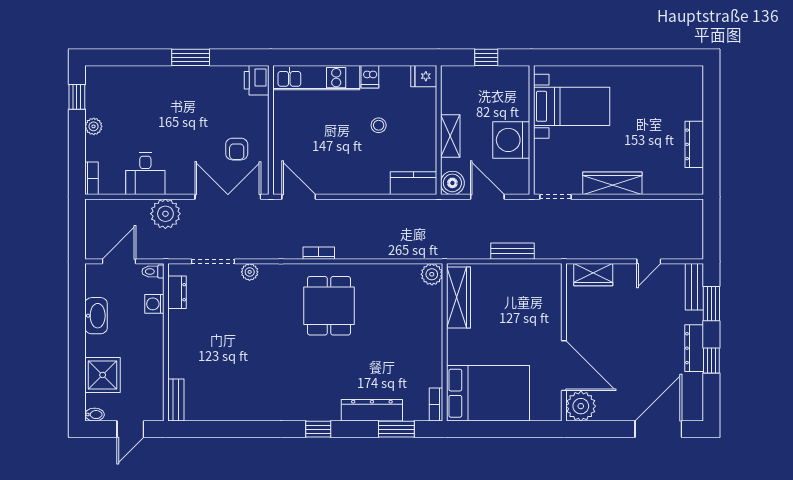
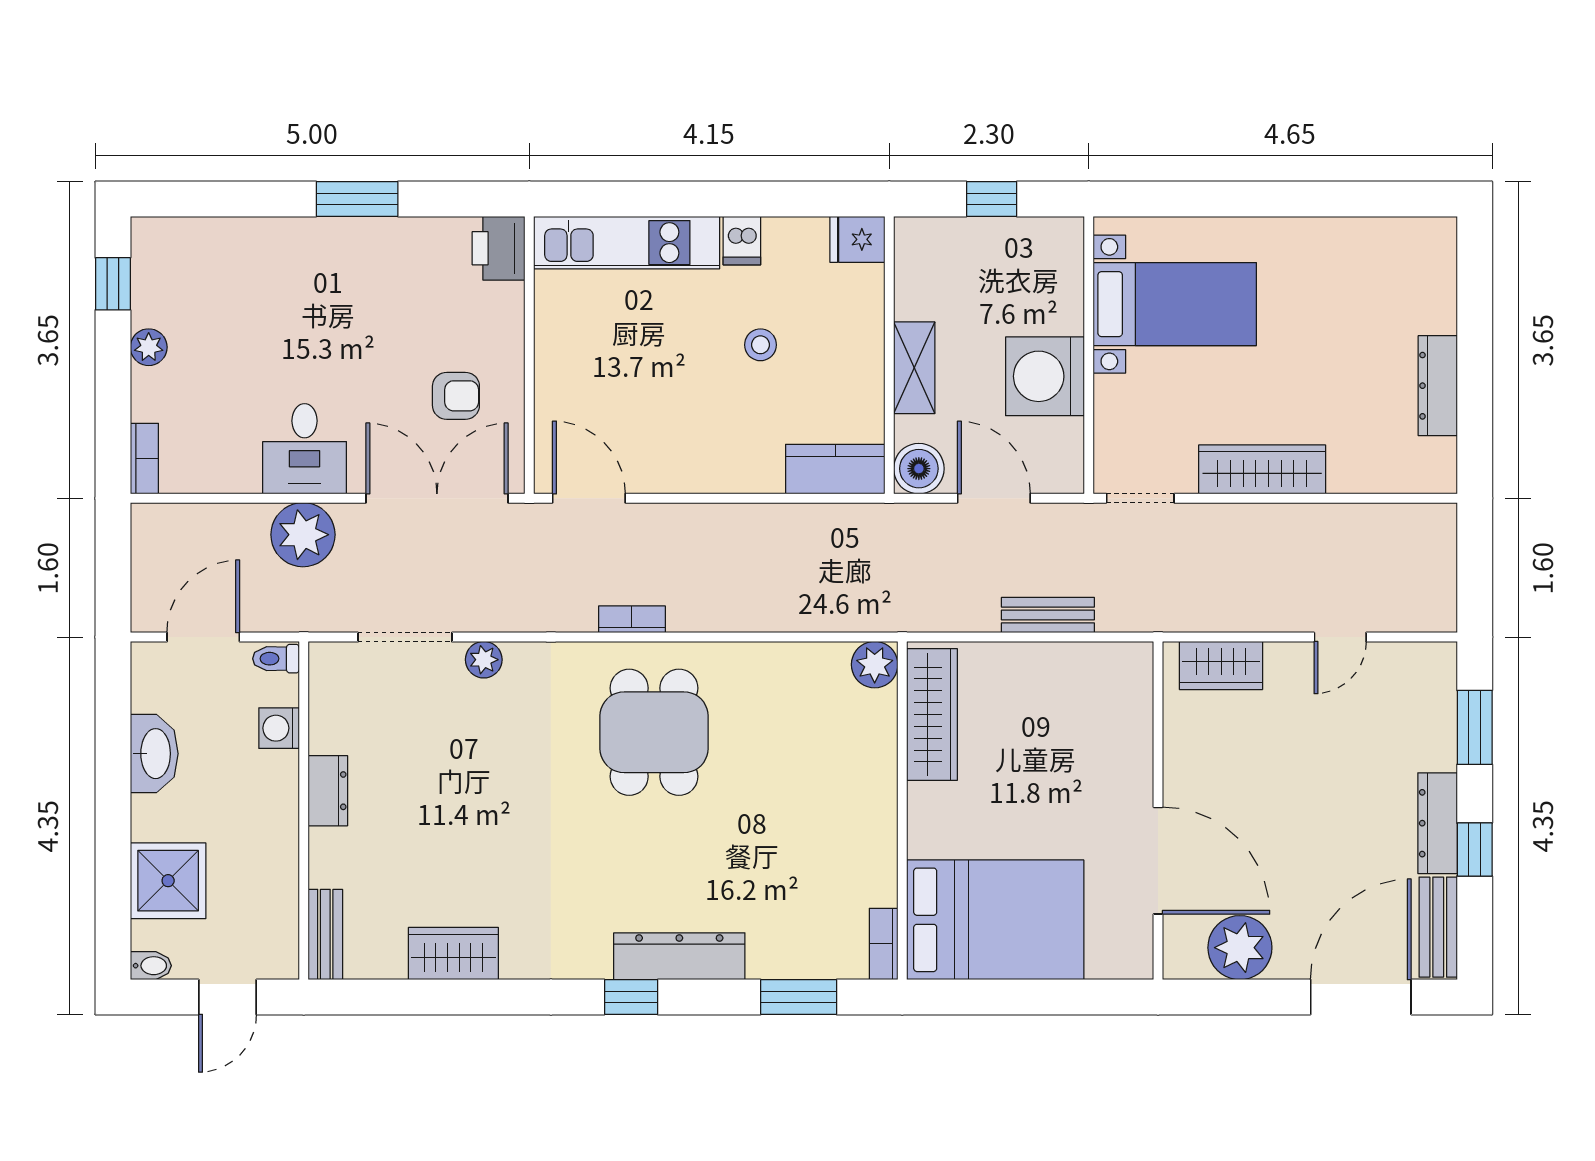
armchair: (237, 149) -> (456, 396), turned -90
desk: (145, 174) -> (305, 449), moved
bench: (694, 287) -> (1438, 927), moved
dresser: (177, 292) -> (328, 791), moved
plant: (581, 406) -> (1240, 948), moved
wardrobe: (236, 409) -> (453, 954), added
dresser: (372, 410) -> (679, 956), moved

